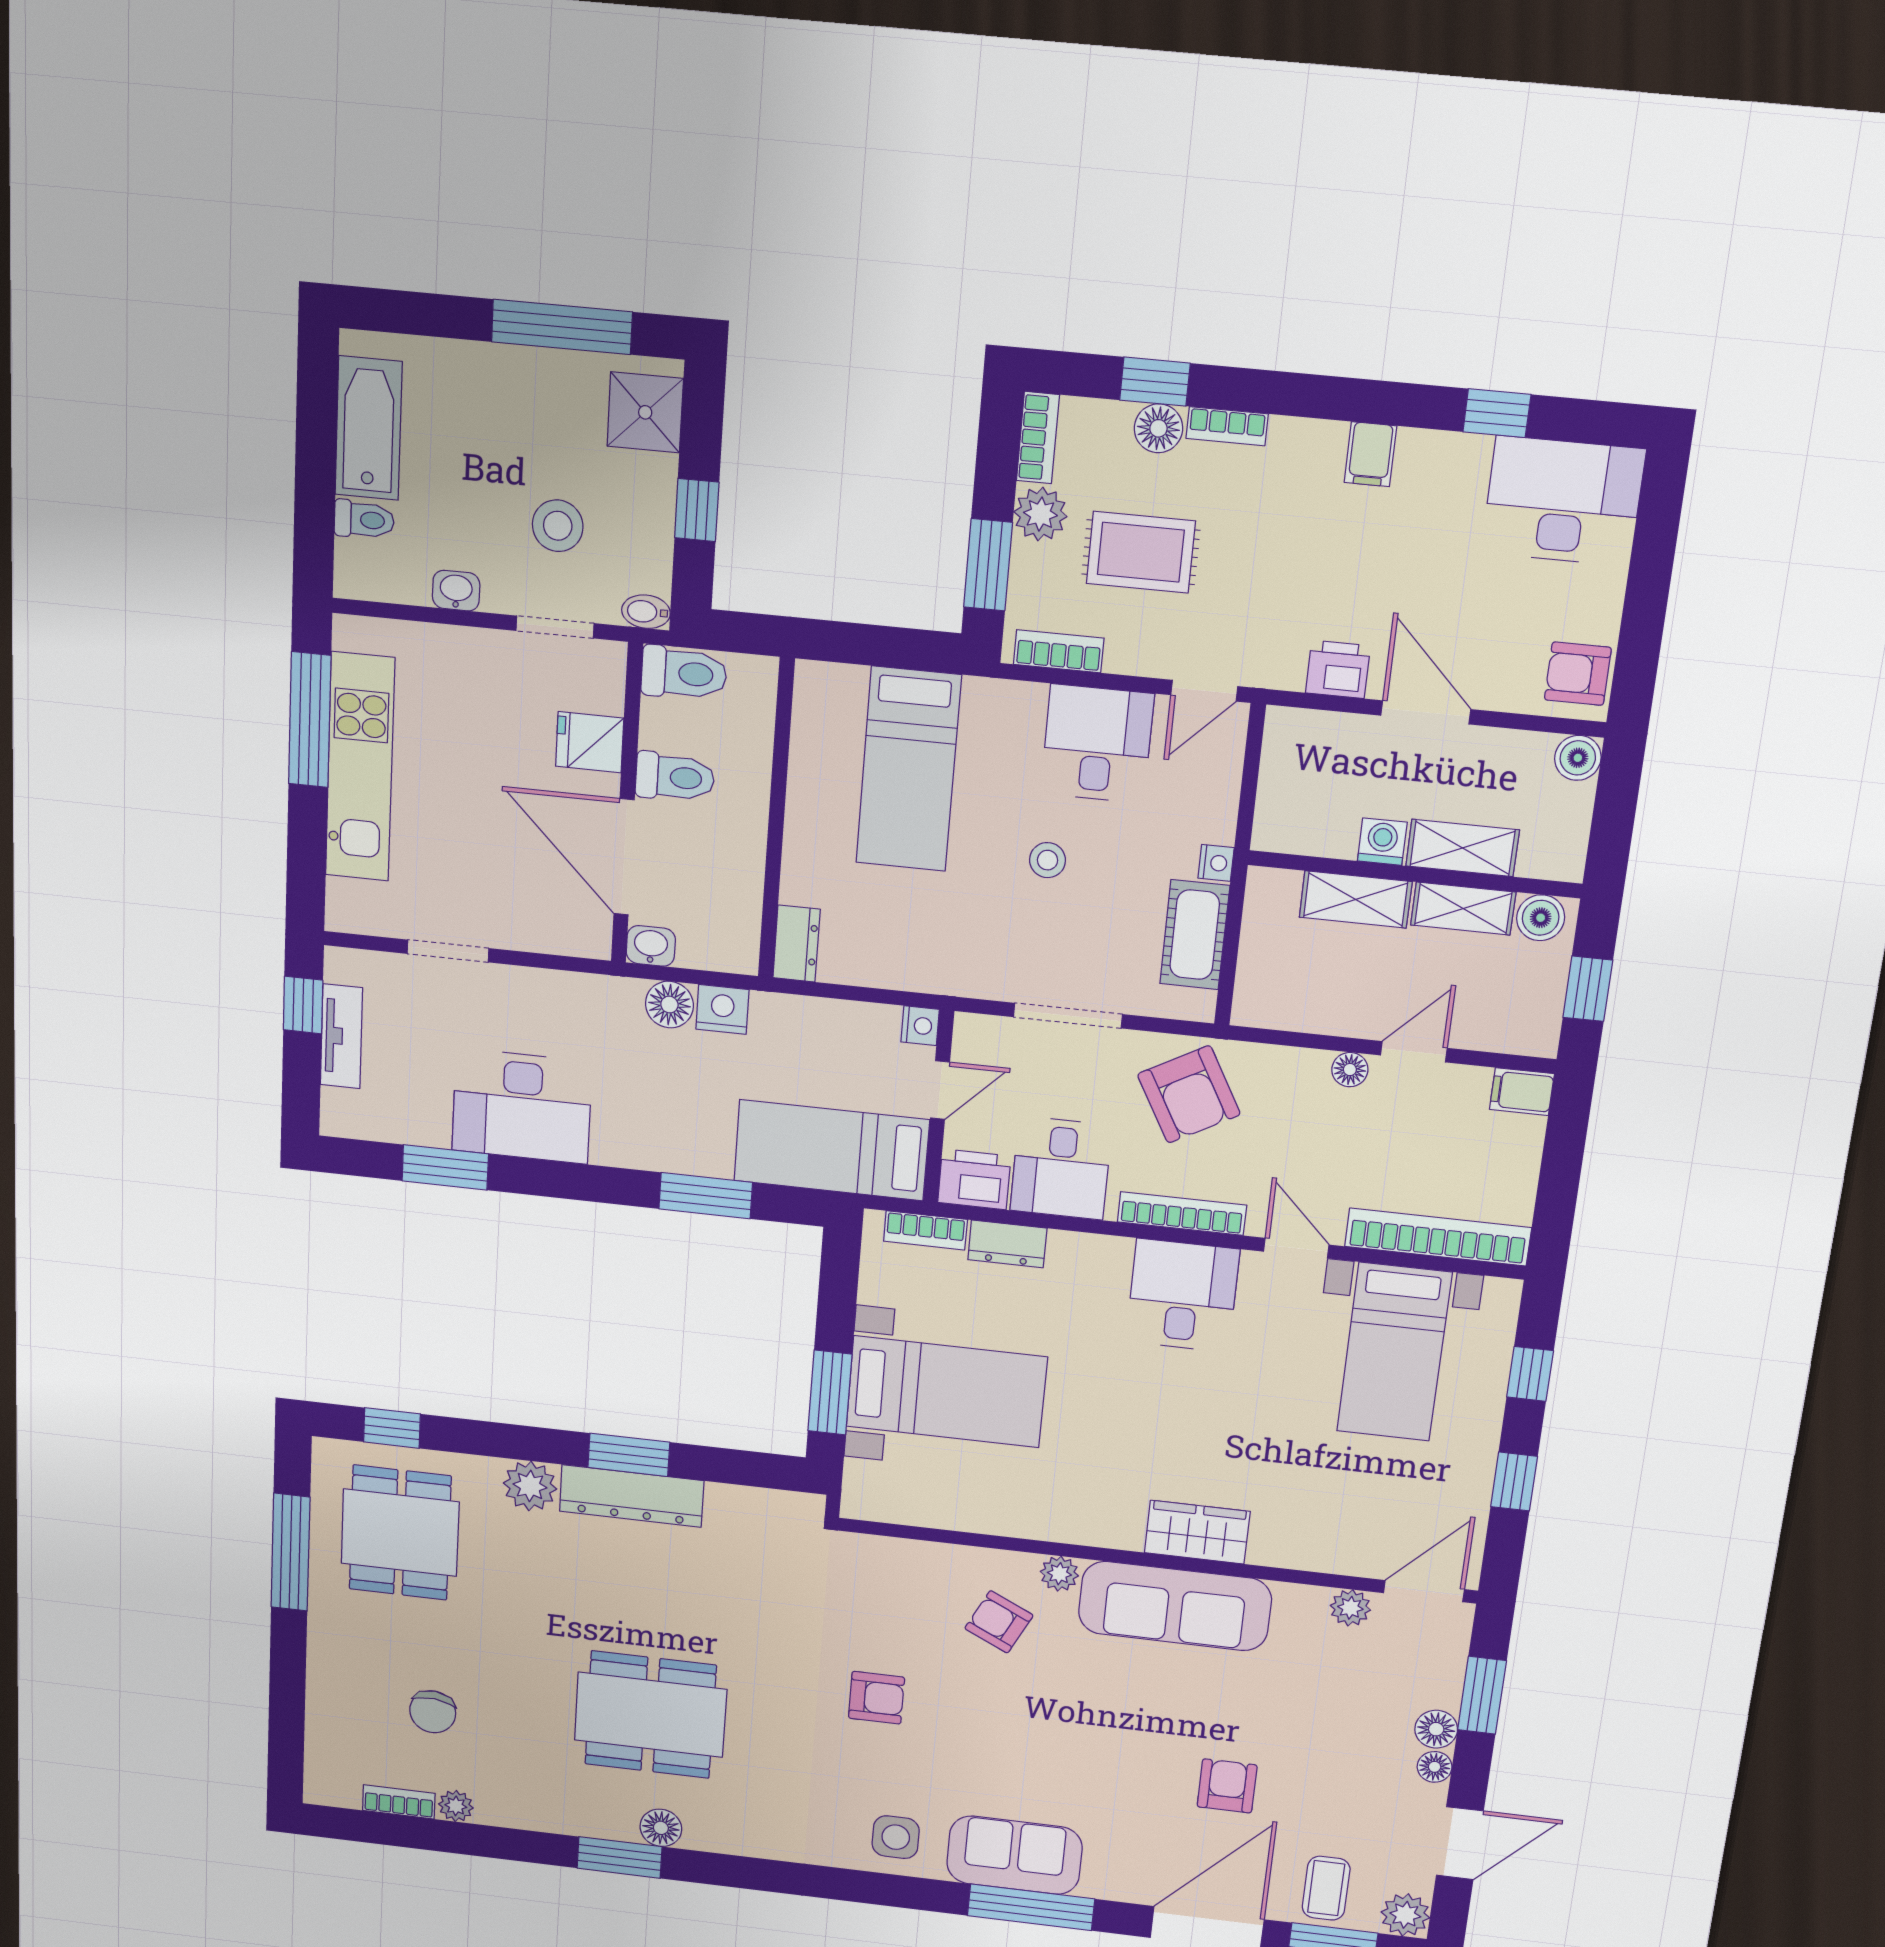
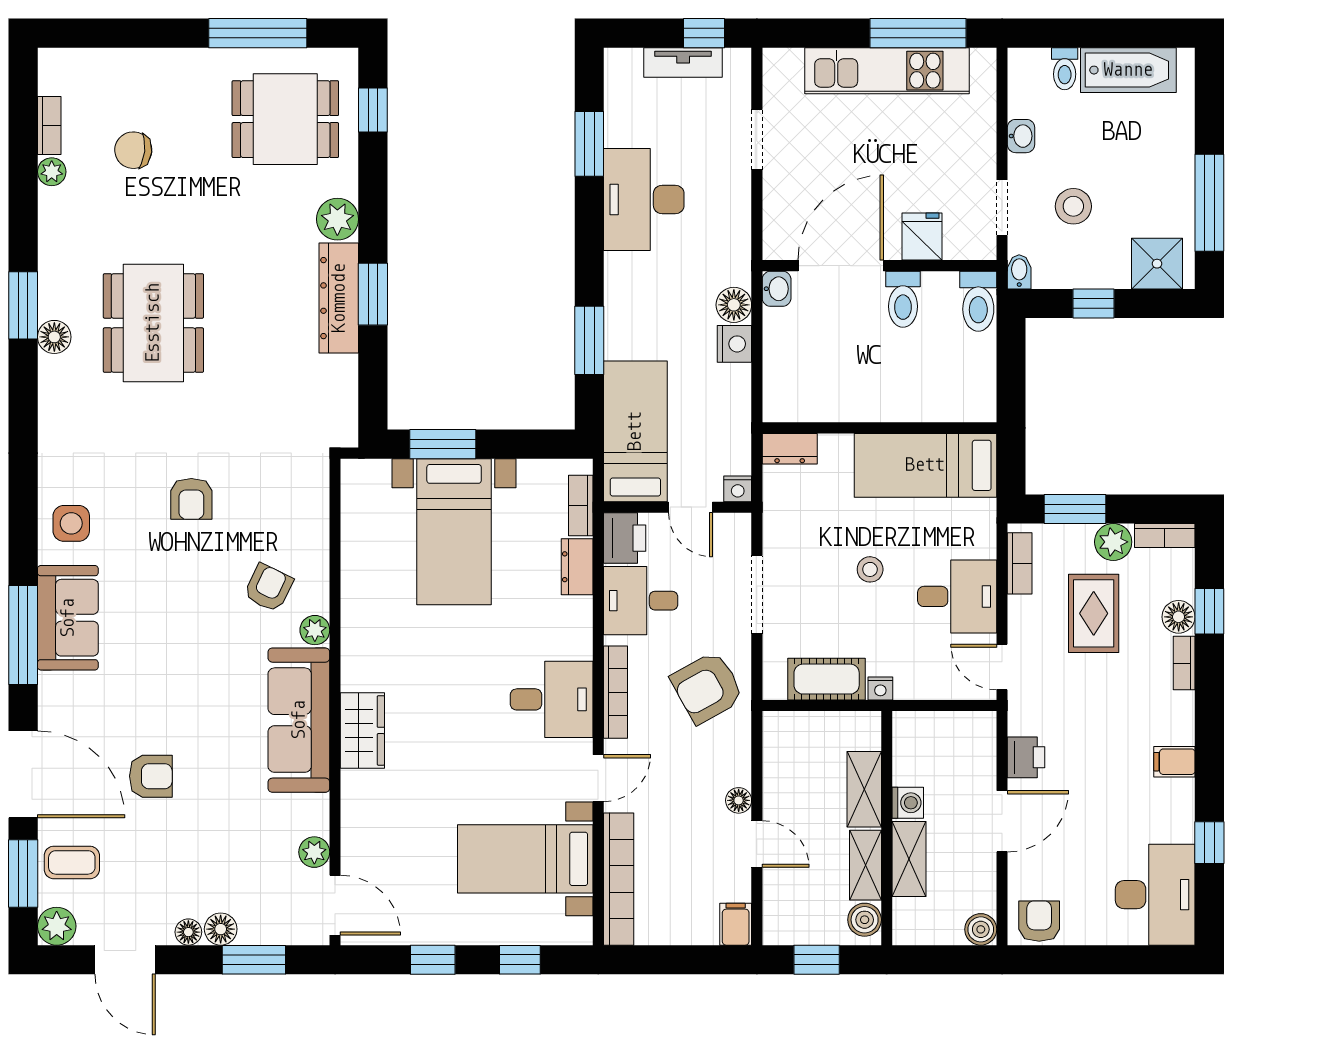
wall: (776, 820) -> (879, 428), moved
dresser: (796, 944) -> (790, 449), moved

